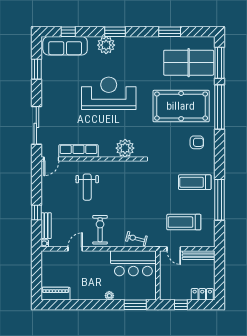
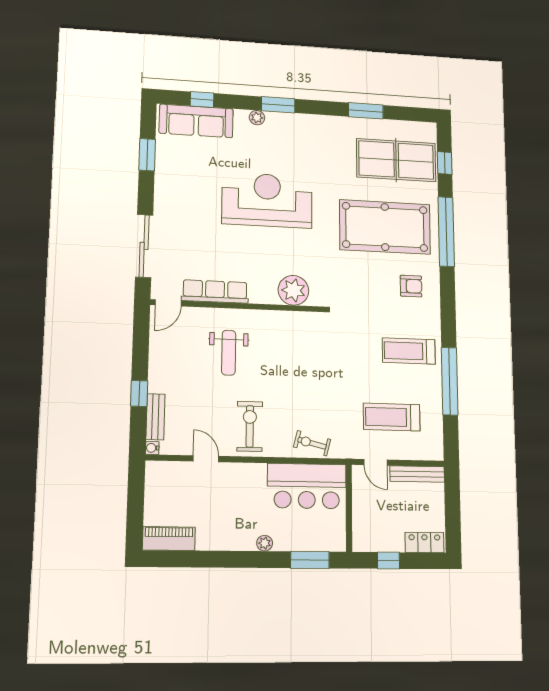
plant: (106, 45) -> (257, 118), width x0.53, depth x0.53
window: (220, 63) -> (445, 163), width x0.46
door: (75, 249) -> (206, 459), hinge flipped

